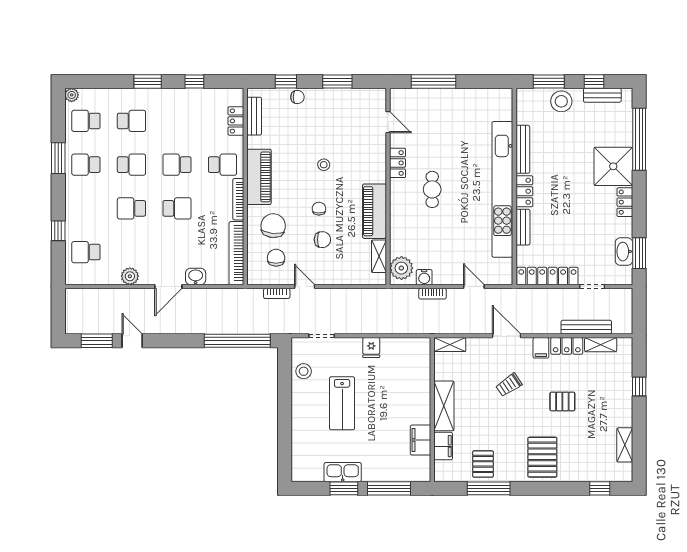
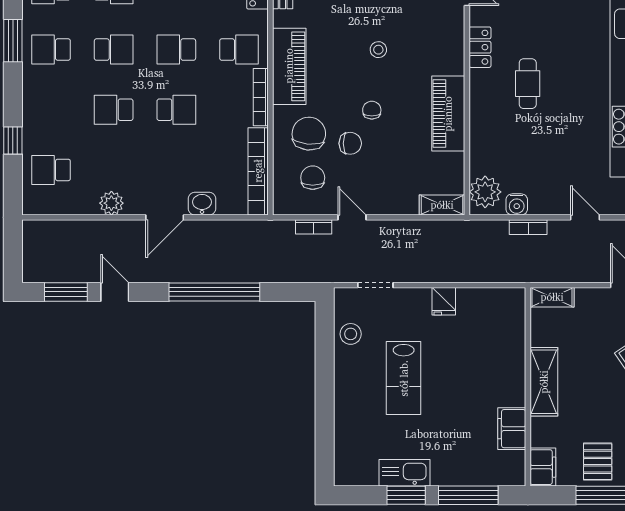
chair: (322, 240) -> (350, 143), moved
shelving: (379, 256) -> (442, 205), moved, turned 90
window: (237, 341) -> (214, 292), moved
filing cabinet: (443, 446) -> (543, 467), moved

